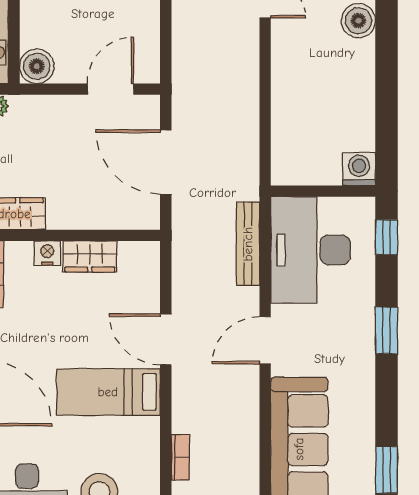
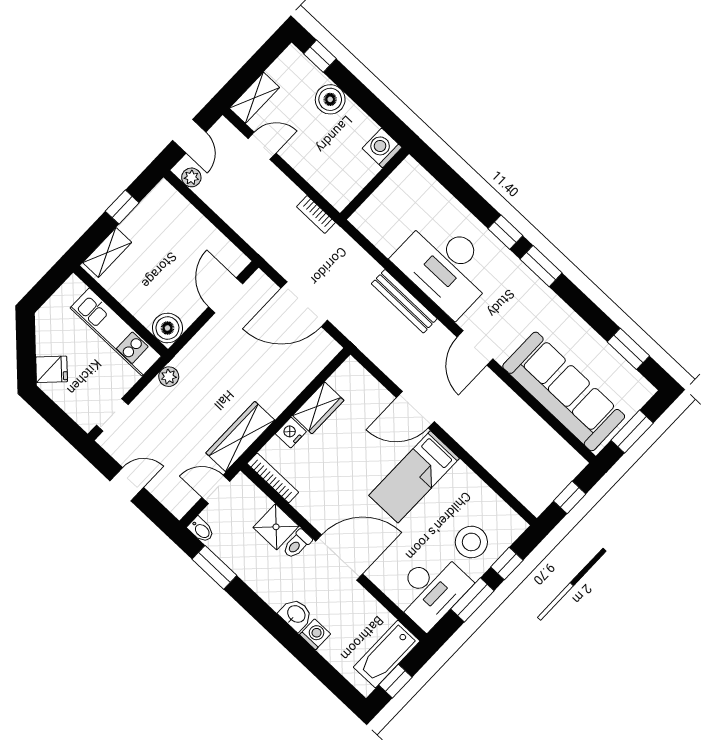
washing machine: (359, 169) -> (382, 148), moved
wall: (323, 191) -> (374, 184), moved
window: (387, 237) -> (505, 232), moved
bookcase: (180, 457) -> (316, 214), moved, turned 180

